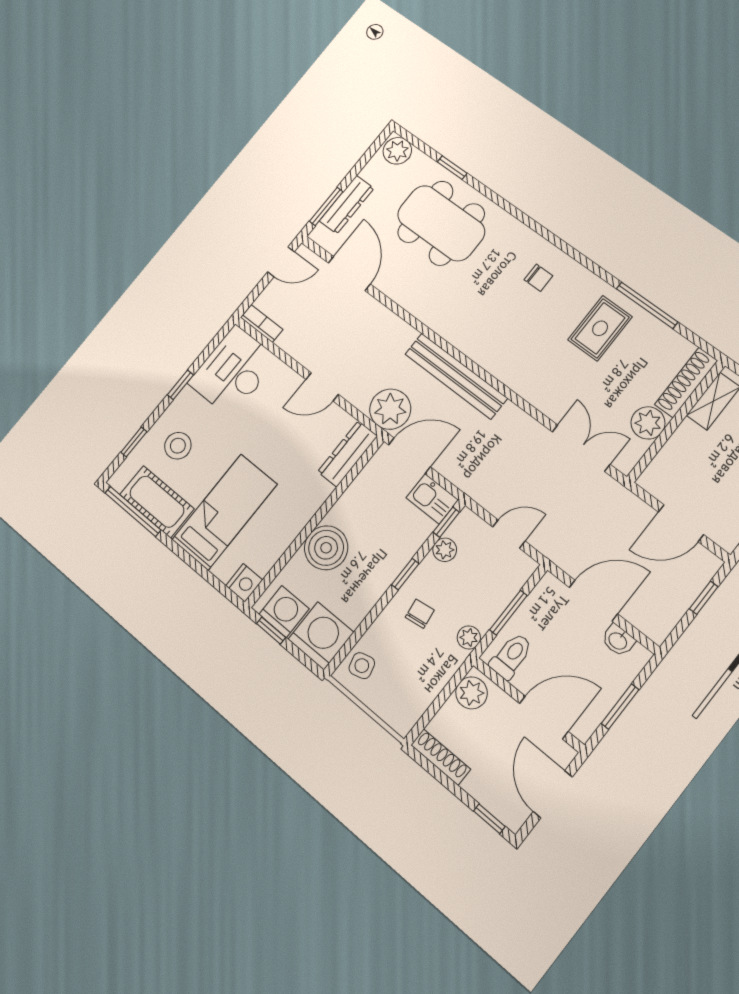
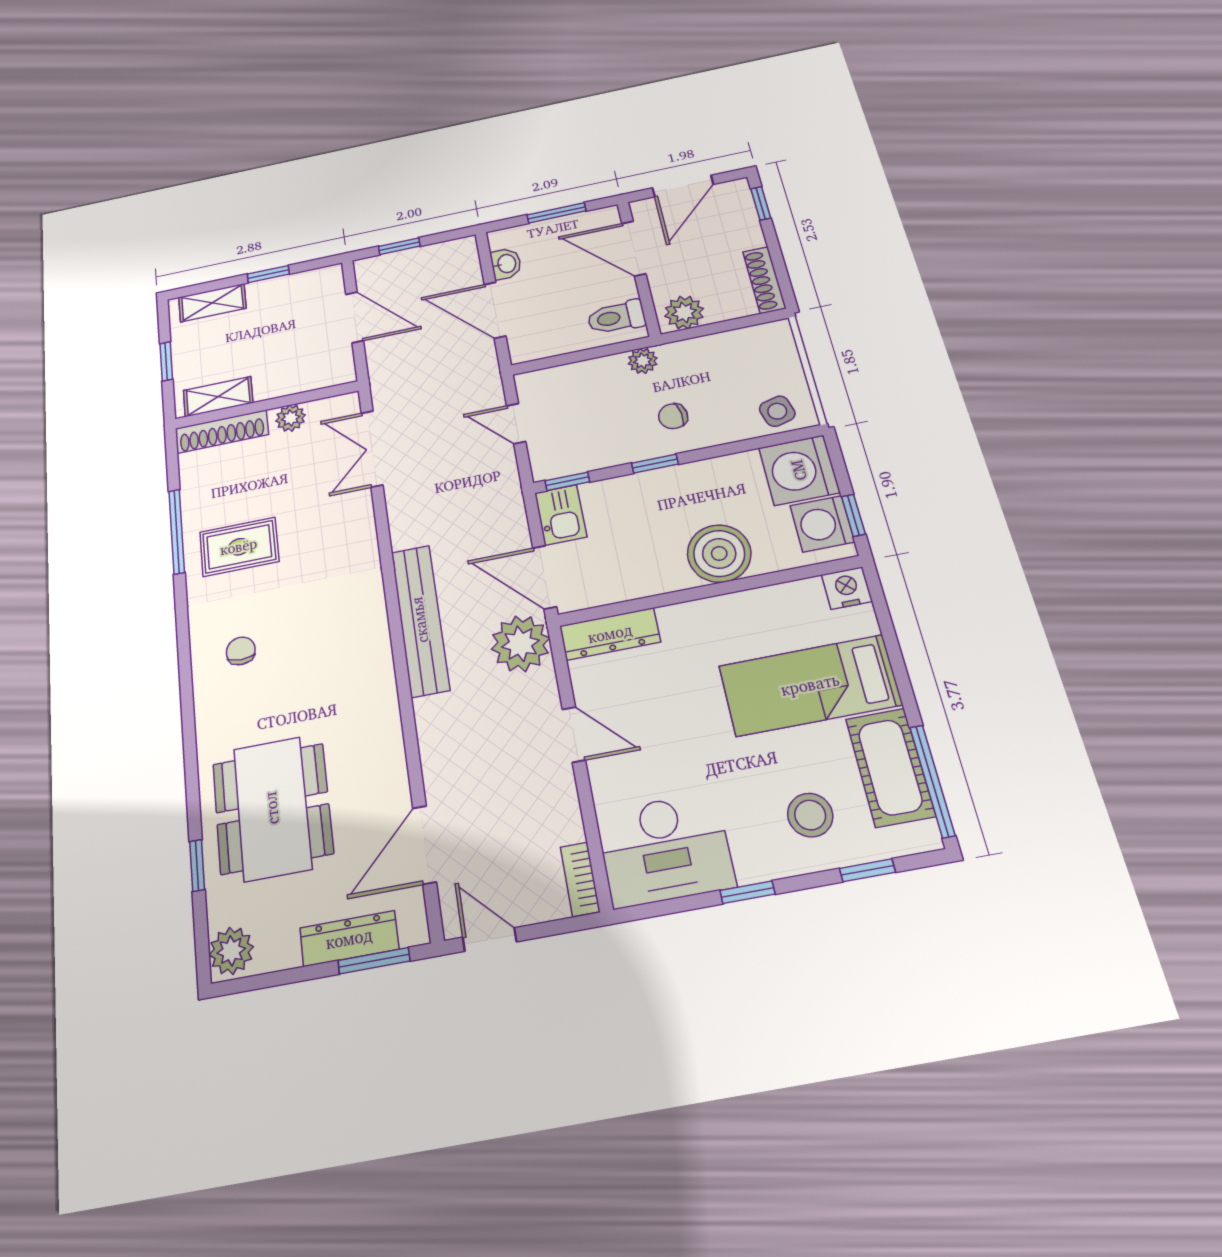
plant: (648, 423) -> (291, 418), width x0.73, depth x0.73
plant: (445, 550) -> (593, 456), removed
window: (508, 613) -> (584, 355), removed

